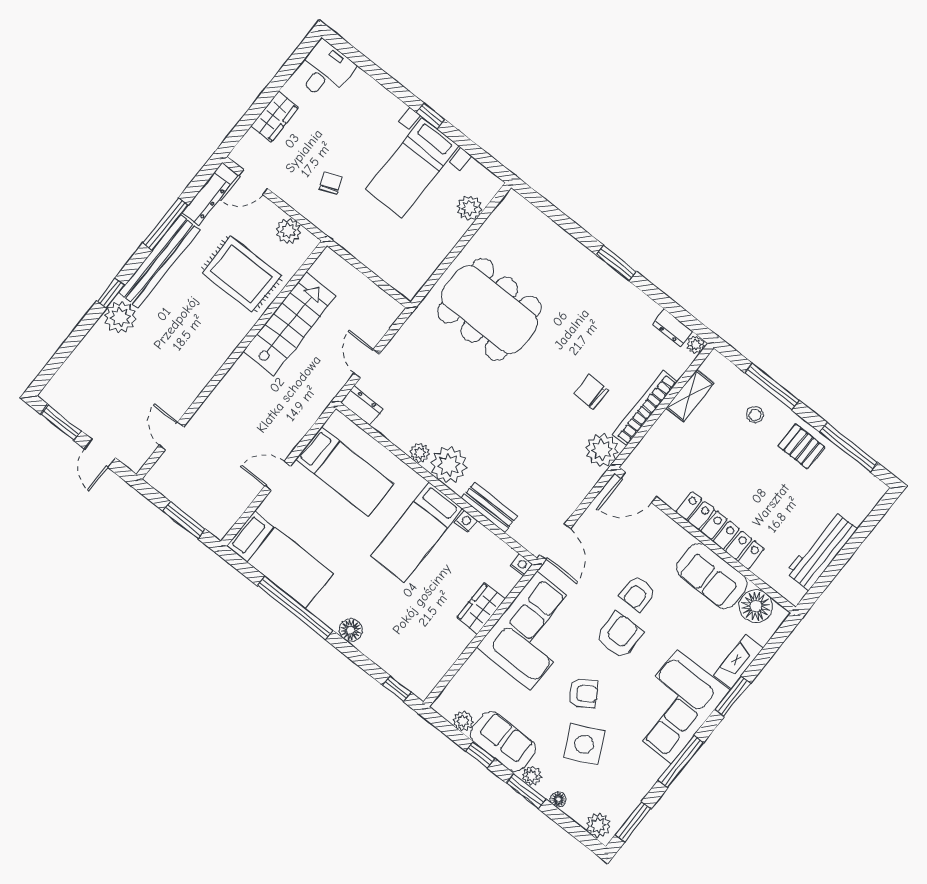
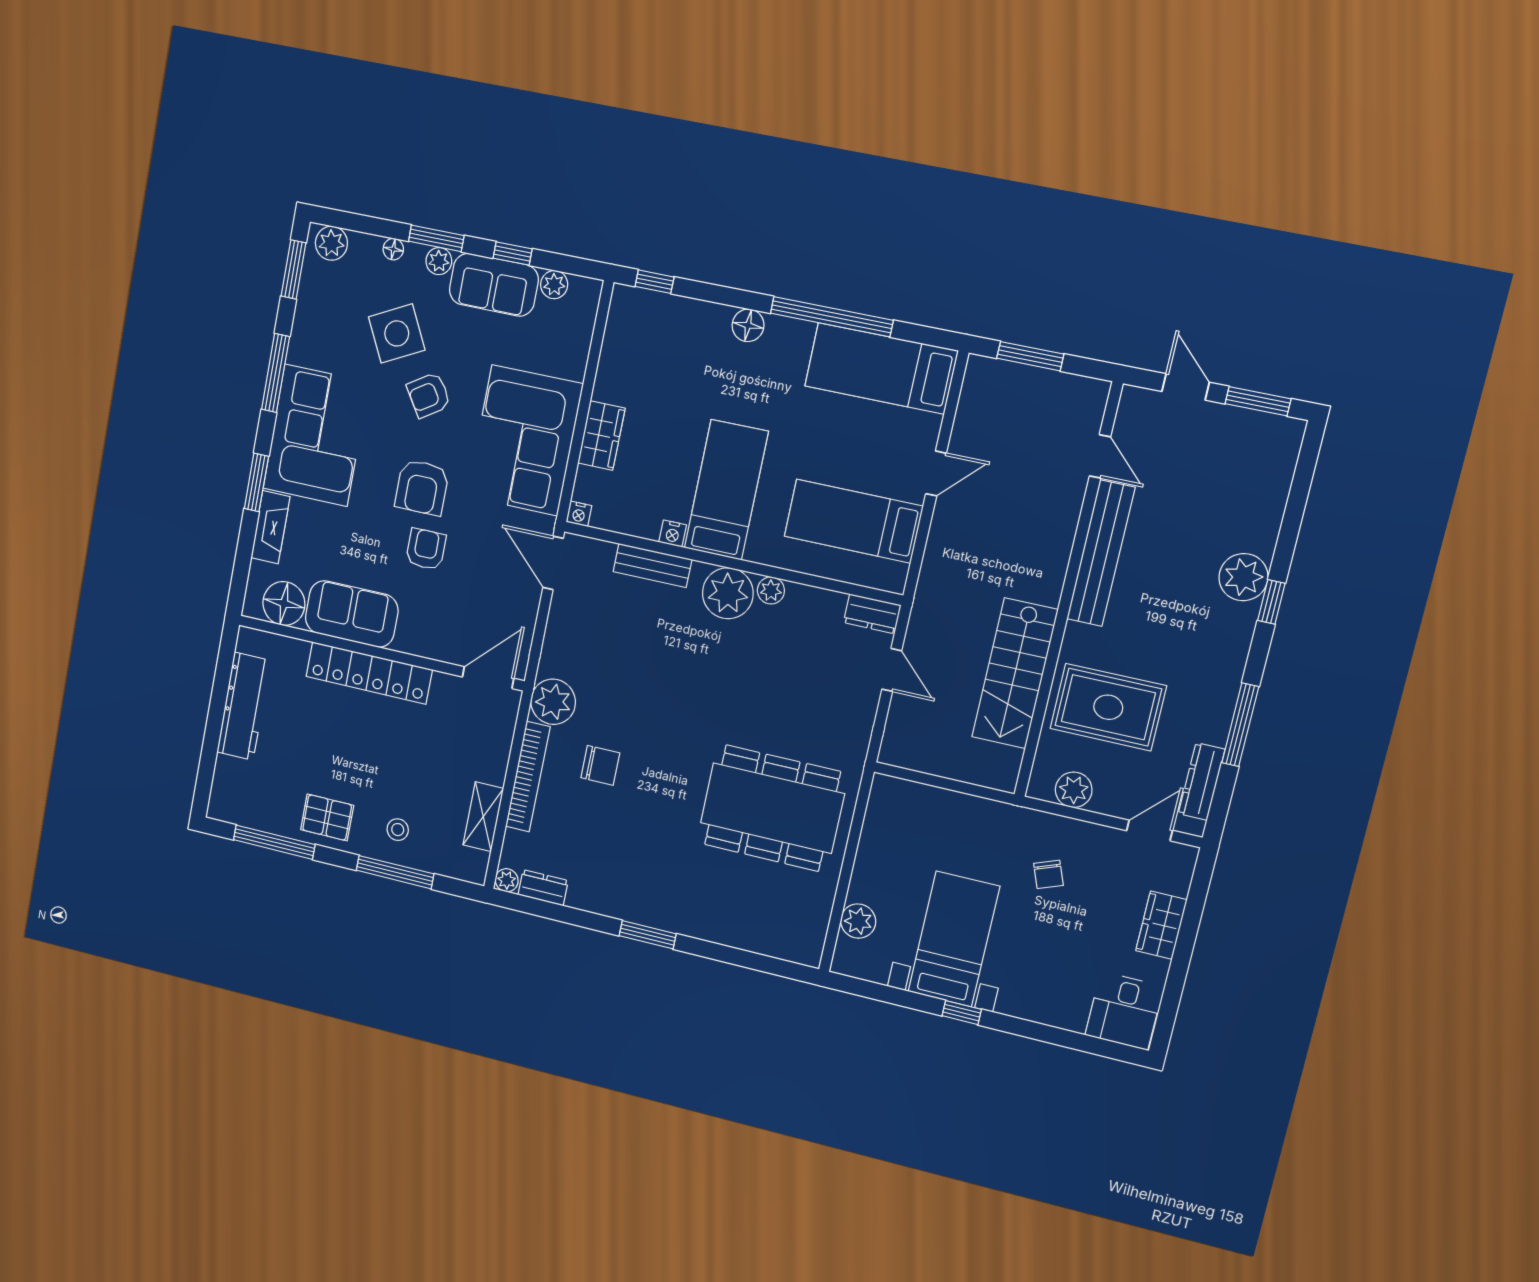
bench: (159, 261) -> (1101, 553), moved

